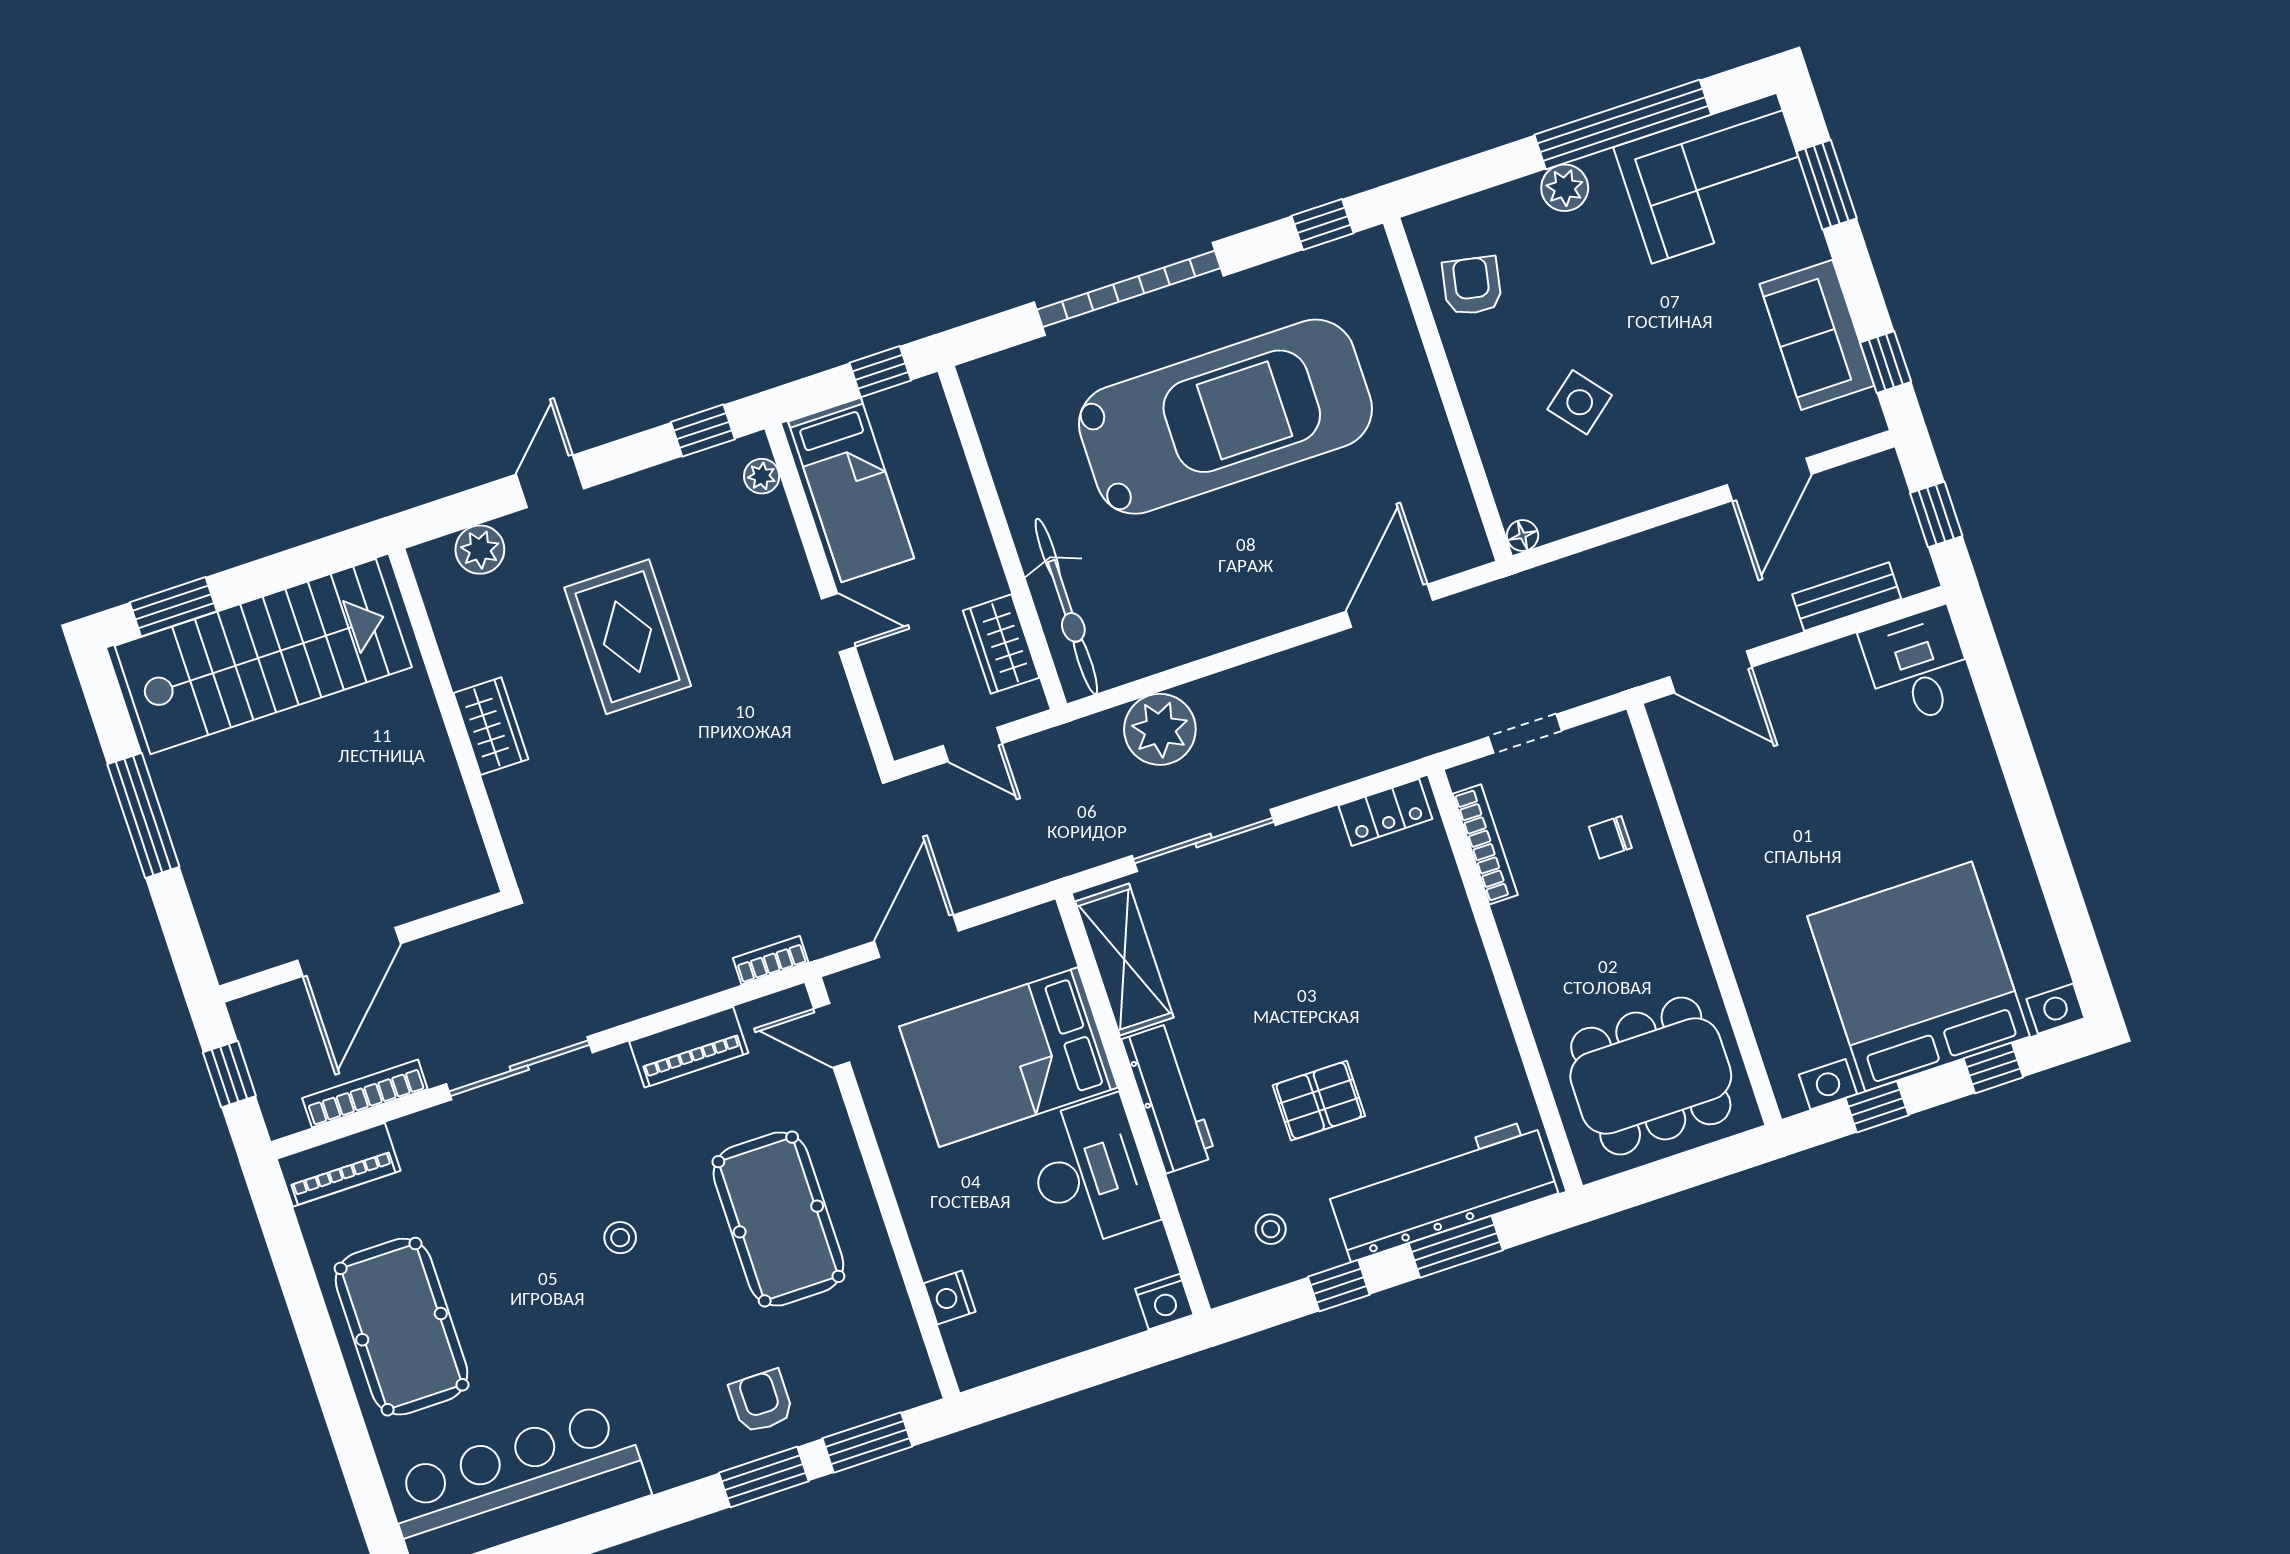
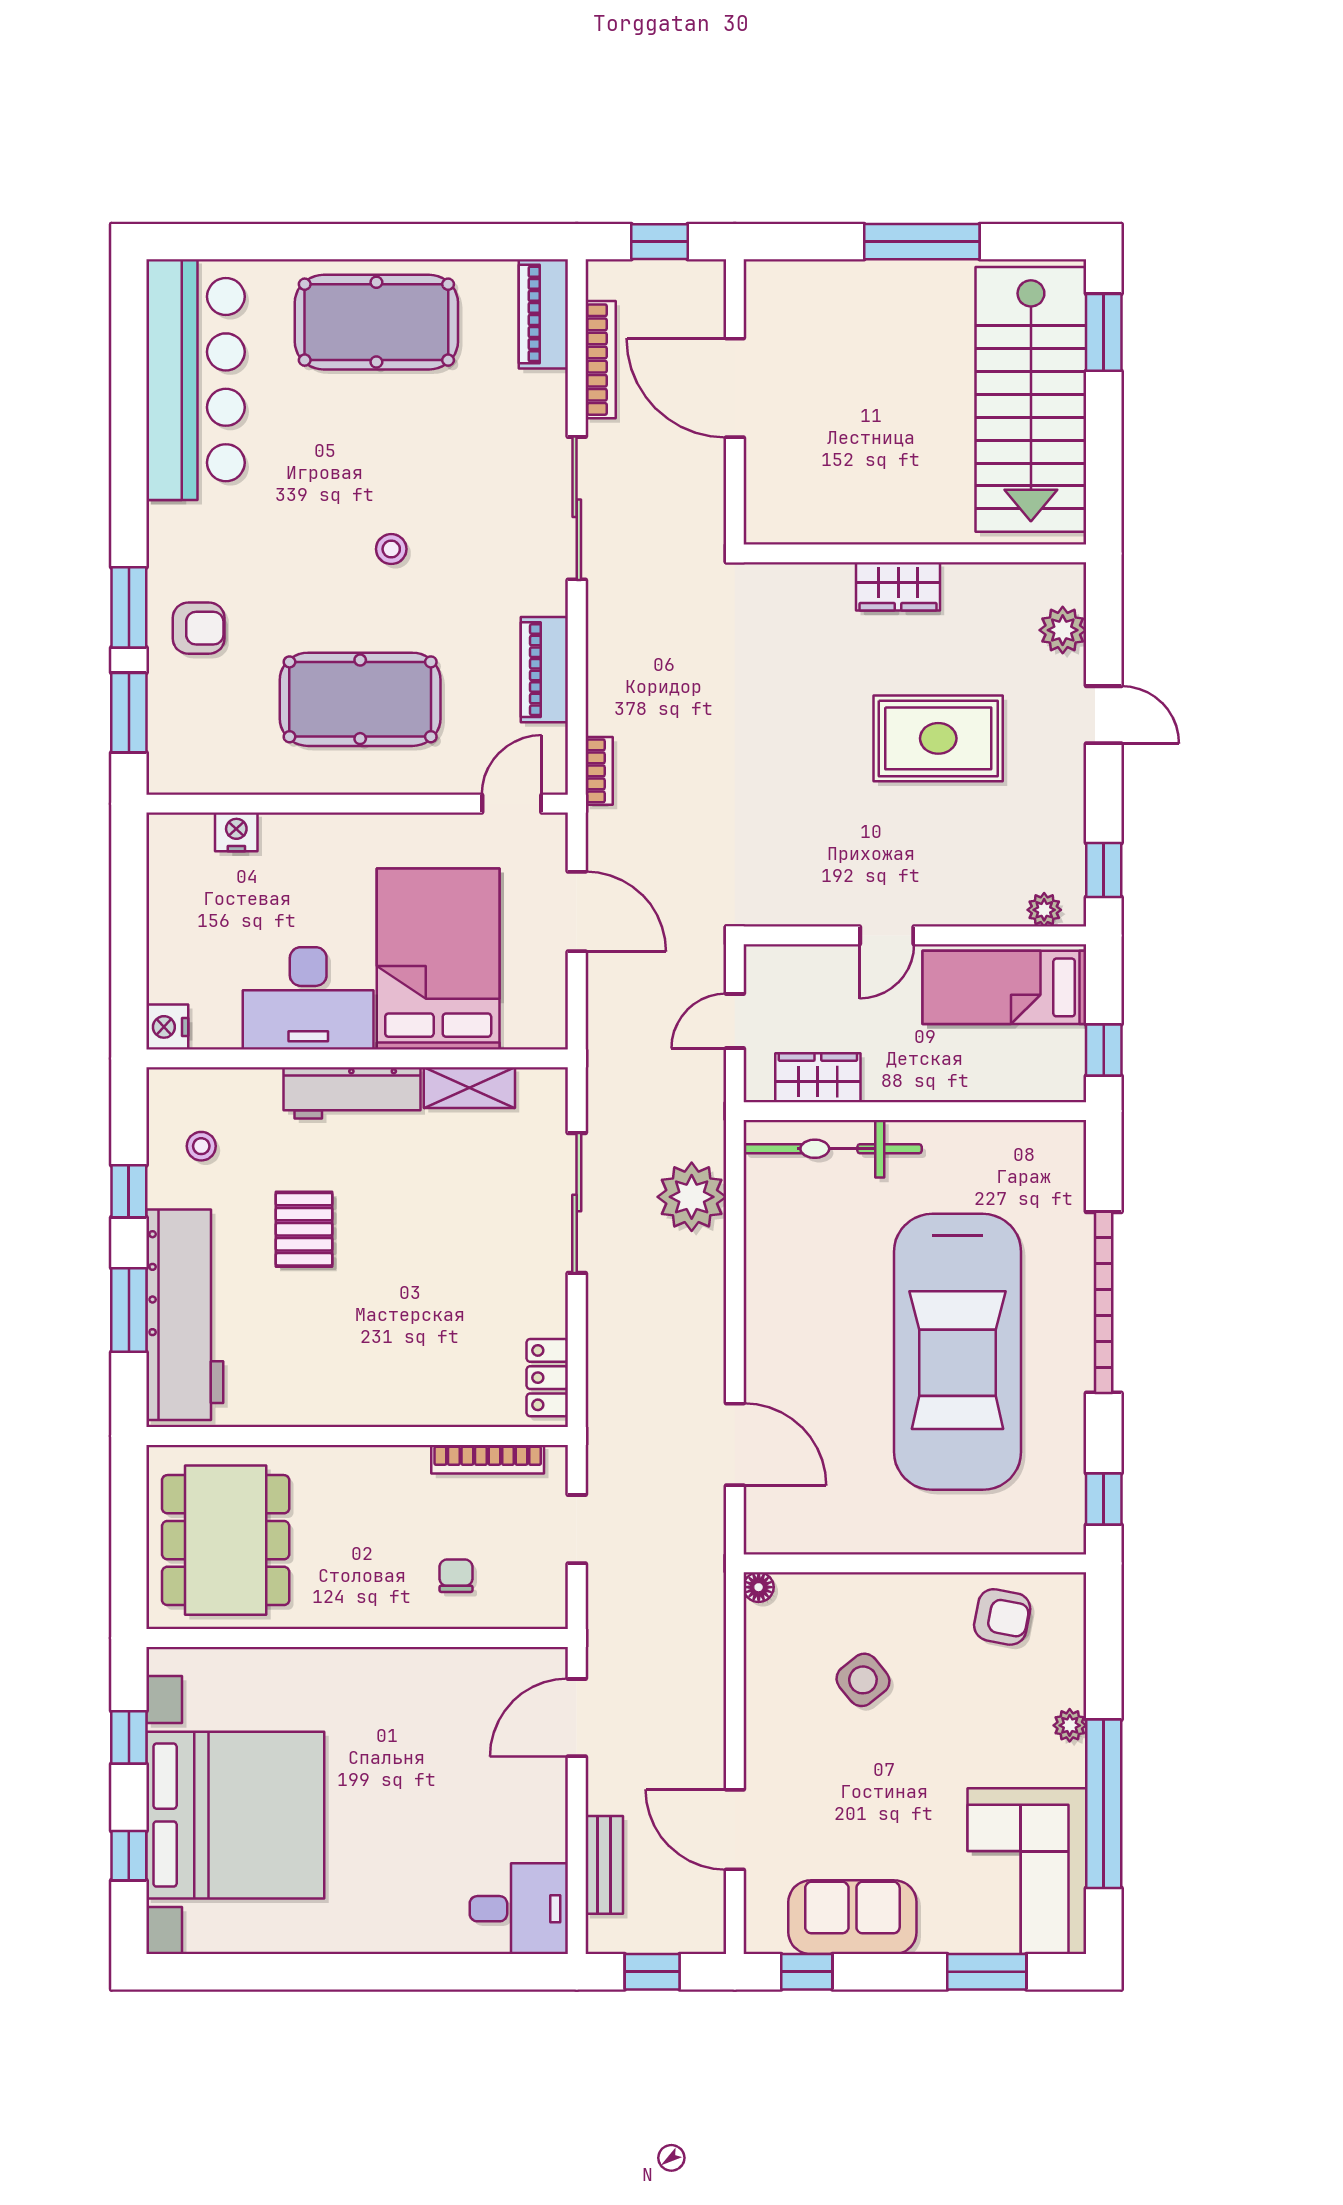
plant: (1565, 188) -> (1070, 1725), width x0.73, depth x0.73
shelving: (1124, 959) -> (469, 1088), width x0.67, depth x0.75

